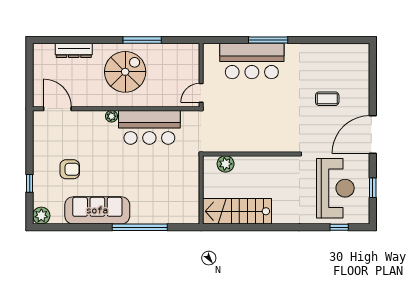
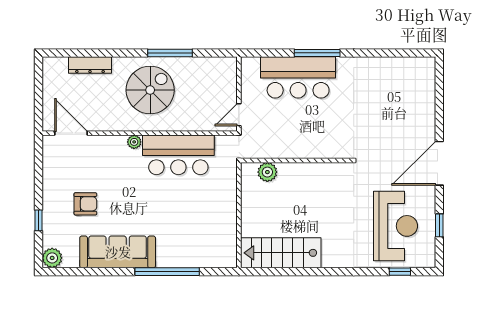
coffee table: (327, 99) -> (386, 121), removed
wall: (250, 154) -> (296, 160), moved
plant: (226, 164) -> (267, 172), moved

